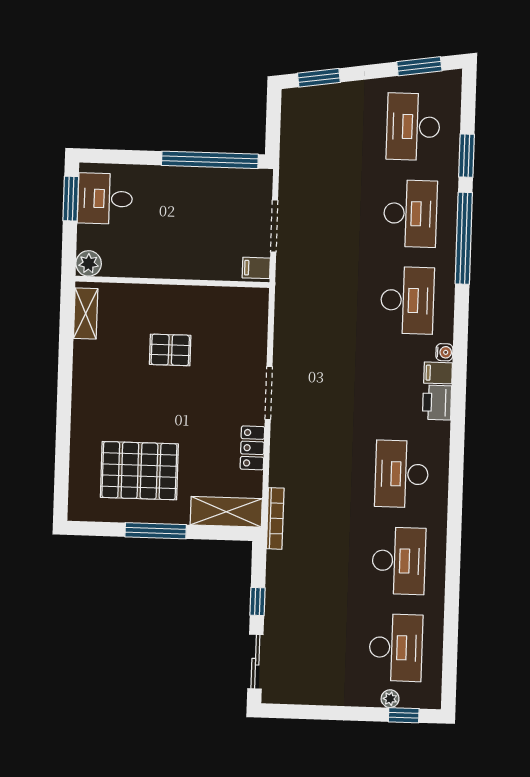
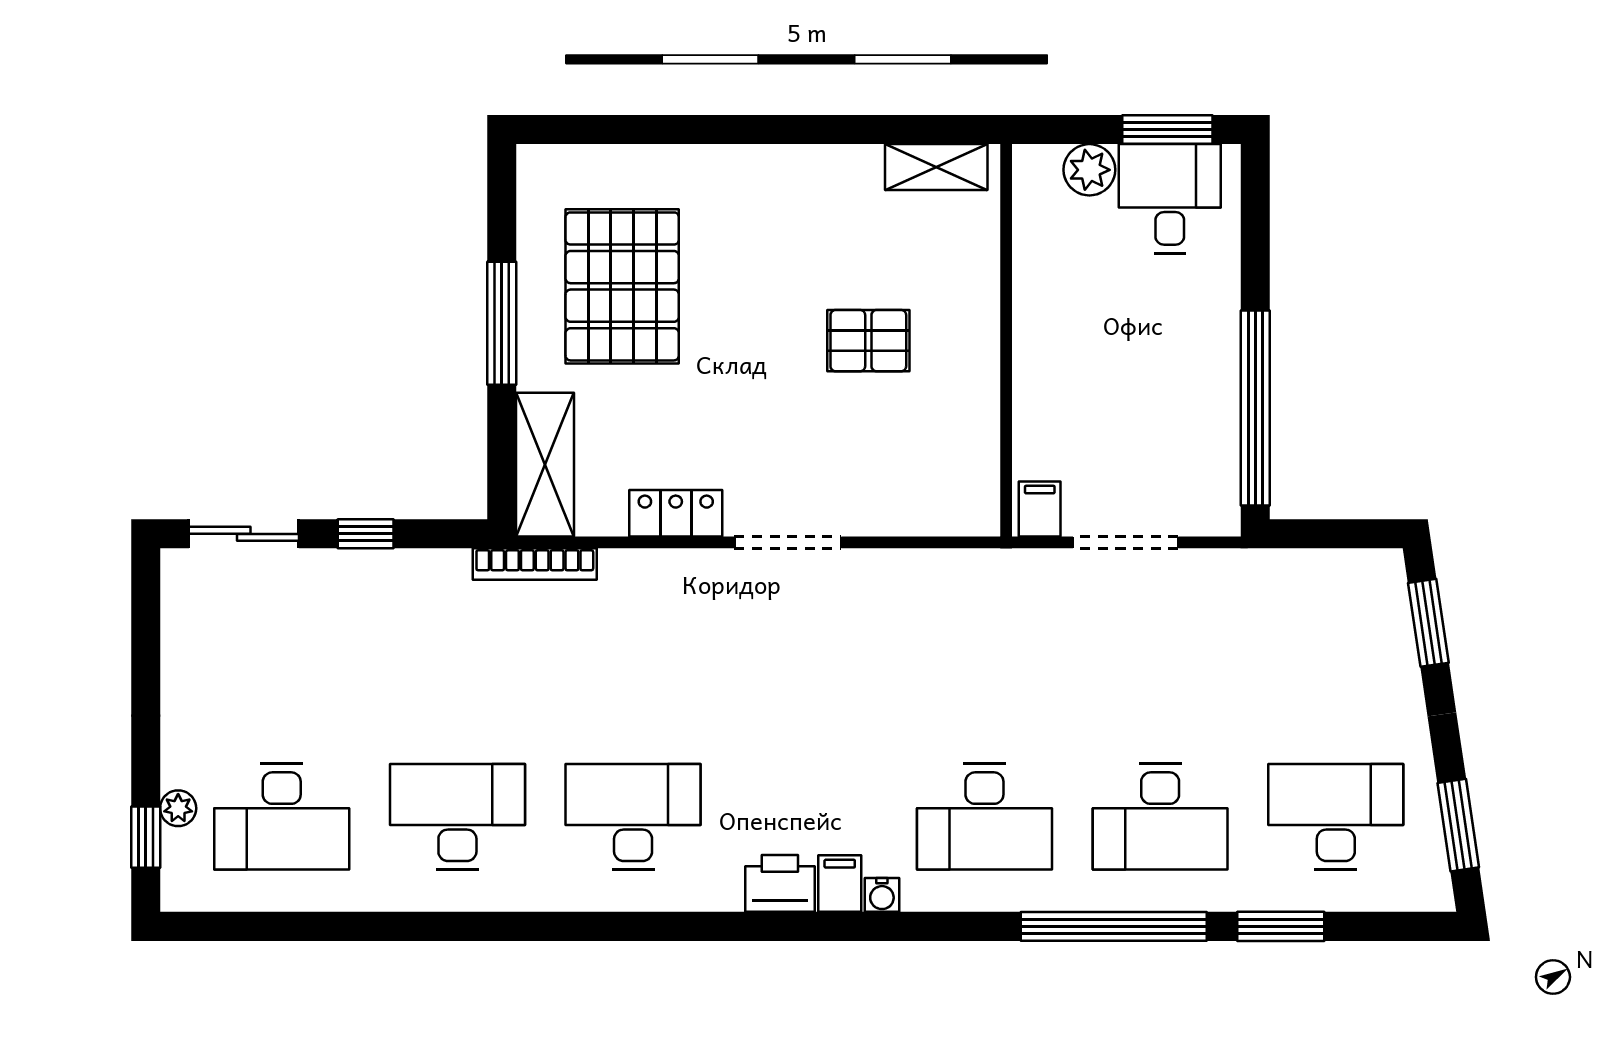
plant: (89, 263) -> (1089, 170), moved
pallet: (170, 350) -> (868, 341), turned 90
desk: (399, 561) -> (457, 817), turned 180

